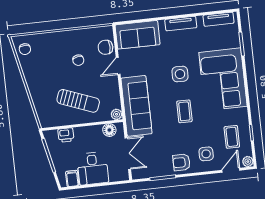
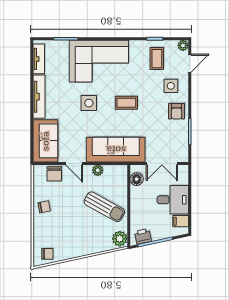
tv unit: (181, 24) -> (39, 97), width x1.41
chair: (78, 60) -> (44, 207), moved
sun lounger: (78, 101) -> (104, 207), turned 98
plant: (117, 114) -> (98, 170), moved
plant: (48, 120) -> (120, 239), added
printer: (66, 135) -> (143, 236), moved, turned -102
coffee table: (232, 137) -> (157, 59), turned 90
double door: (128, 154) -> (162, 163), swing flipped
door: (231, 170) -> (190, 63), swing flipped

